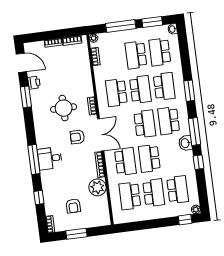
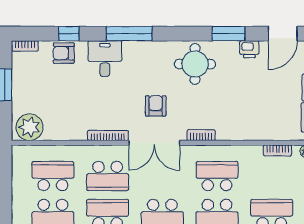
round table: (64, 108) -> (195, 64), moved
desk: (50, 158) -> (105, 59), moved
plant: (97, 187) -> (30, 127), moved
armchair: (73, 206) -> (64, 53), moved

